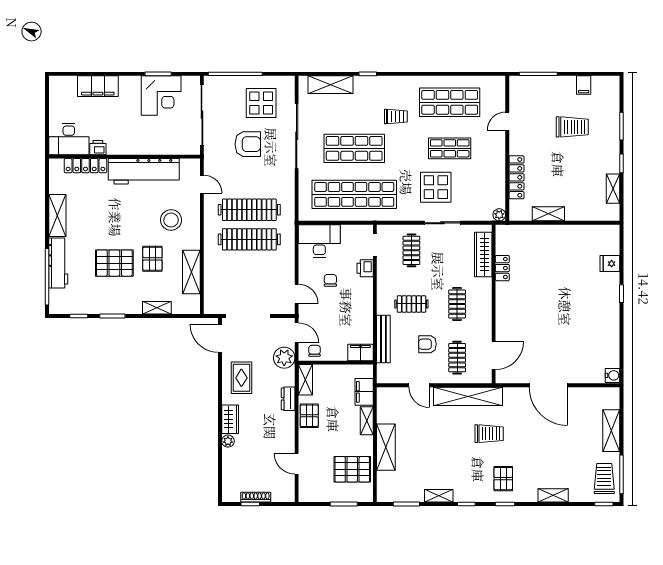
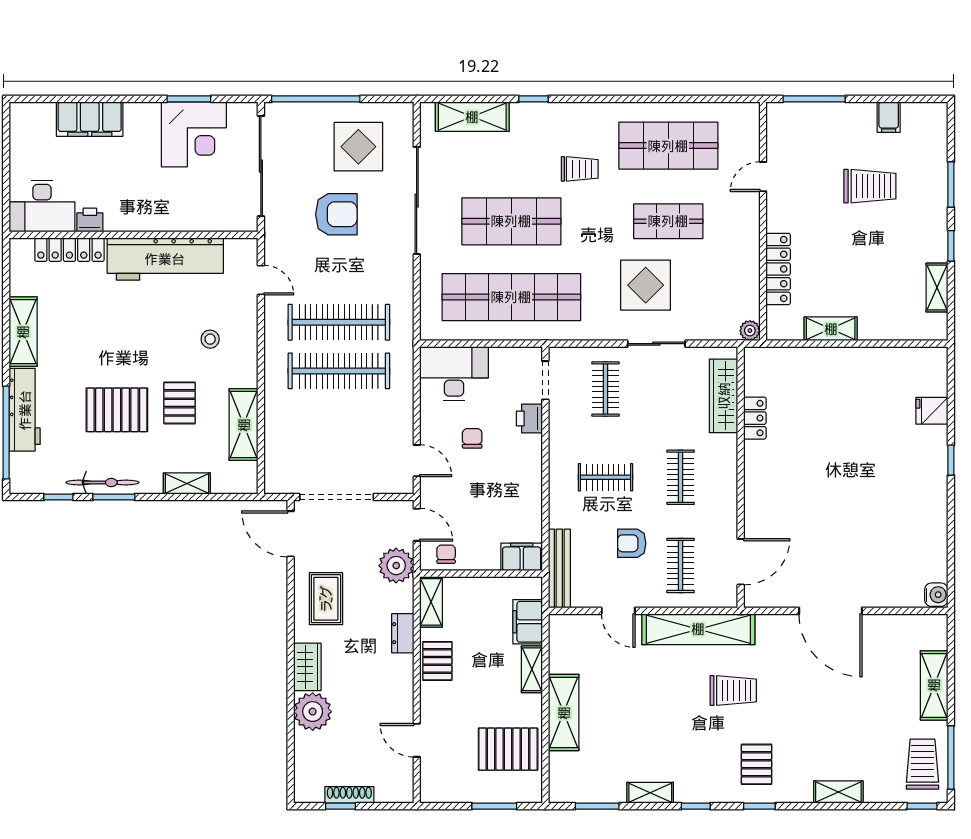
stool: (171, 220) -> (210, 339), width x0.53, depth x0.53
bicycle: (106, 307) -> (103, 482), added
bench: (383, 339) -> (559, 568), moved
plant: (228, 441) -> (313, 712), width x1.88, depth x1.88

